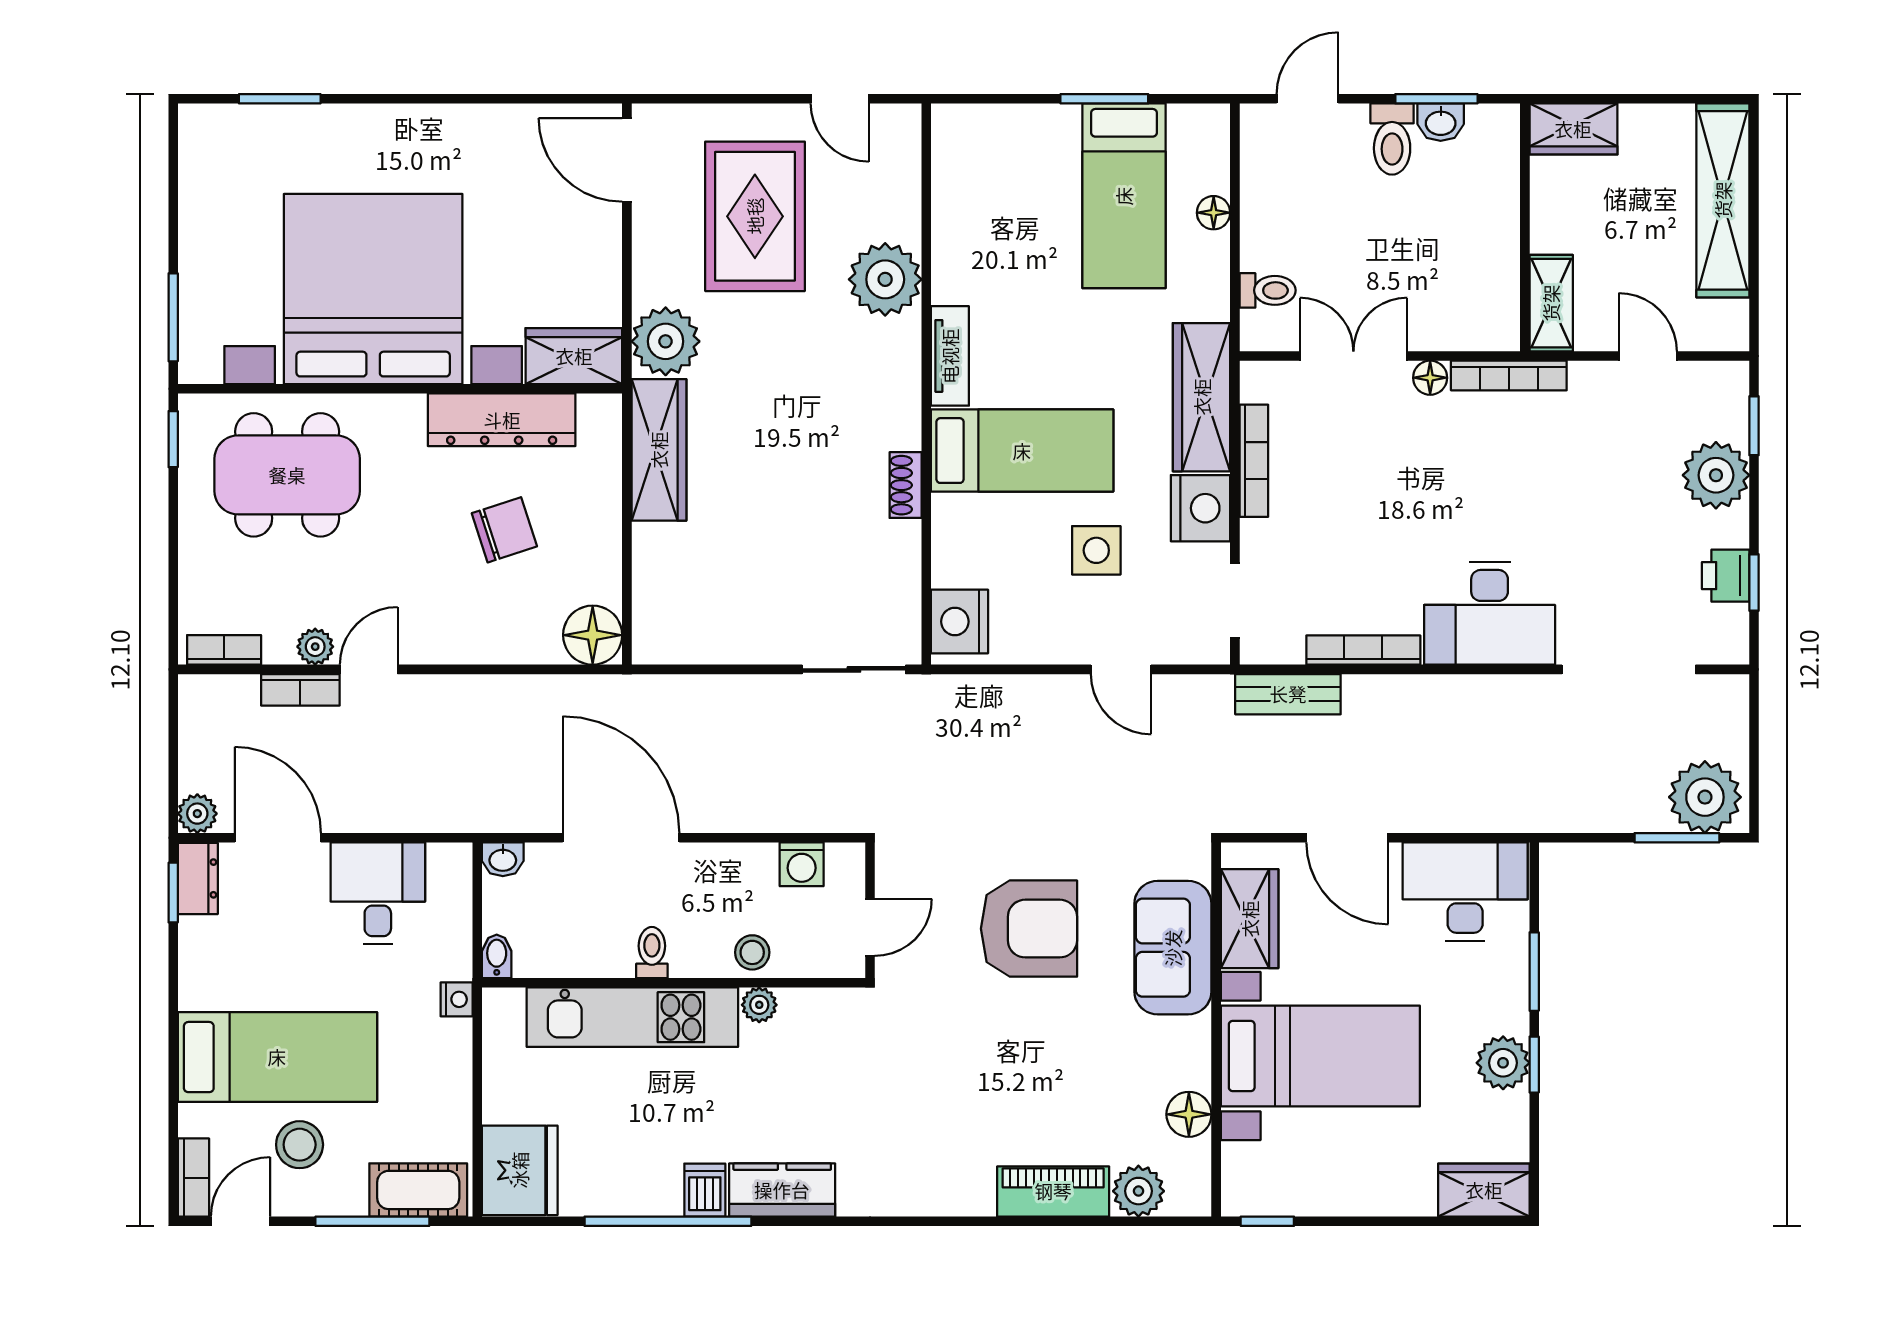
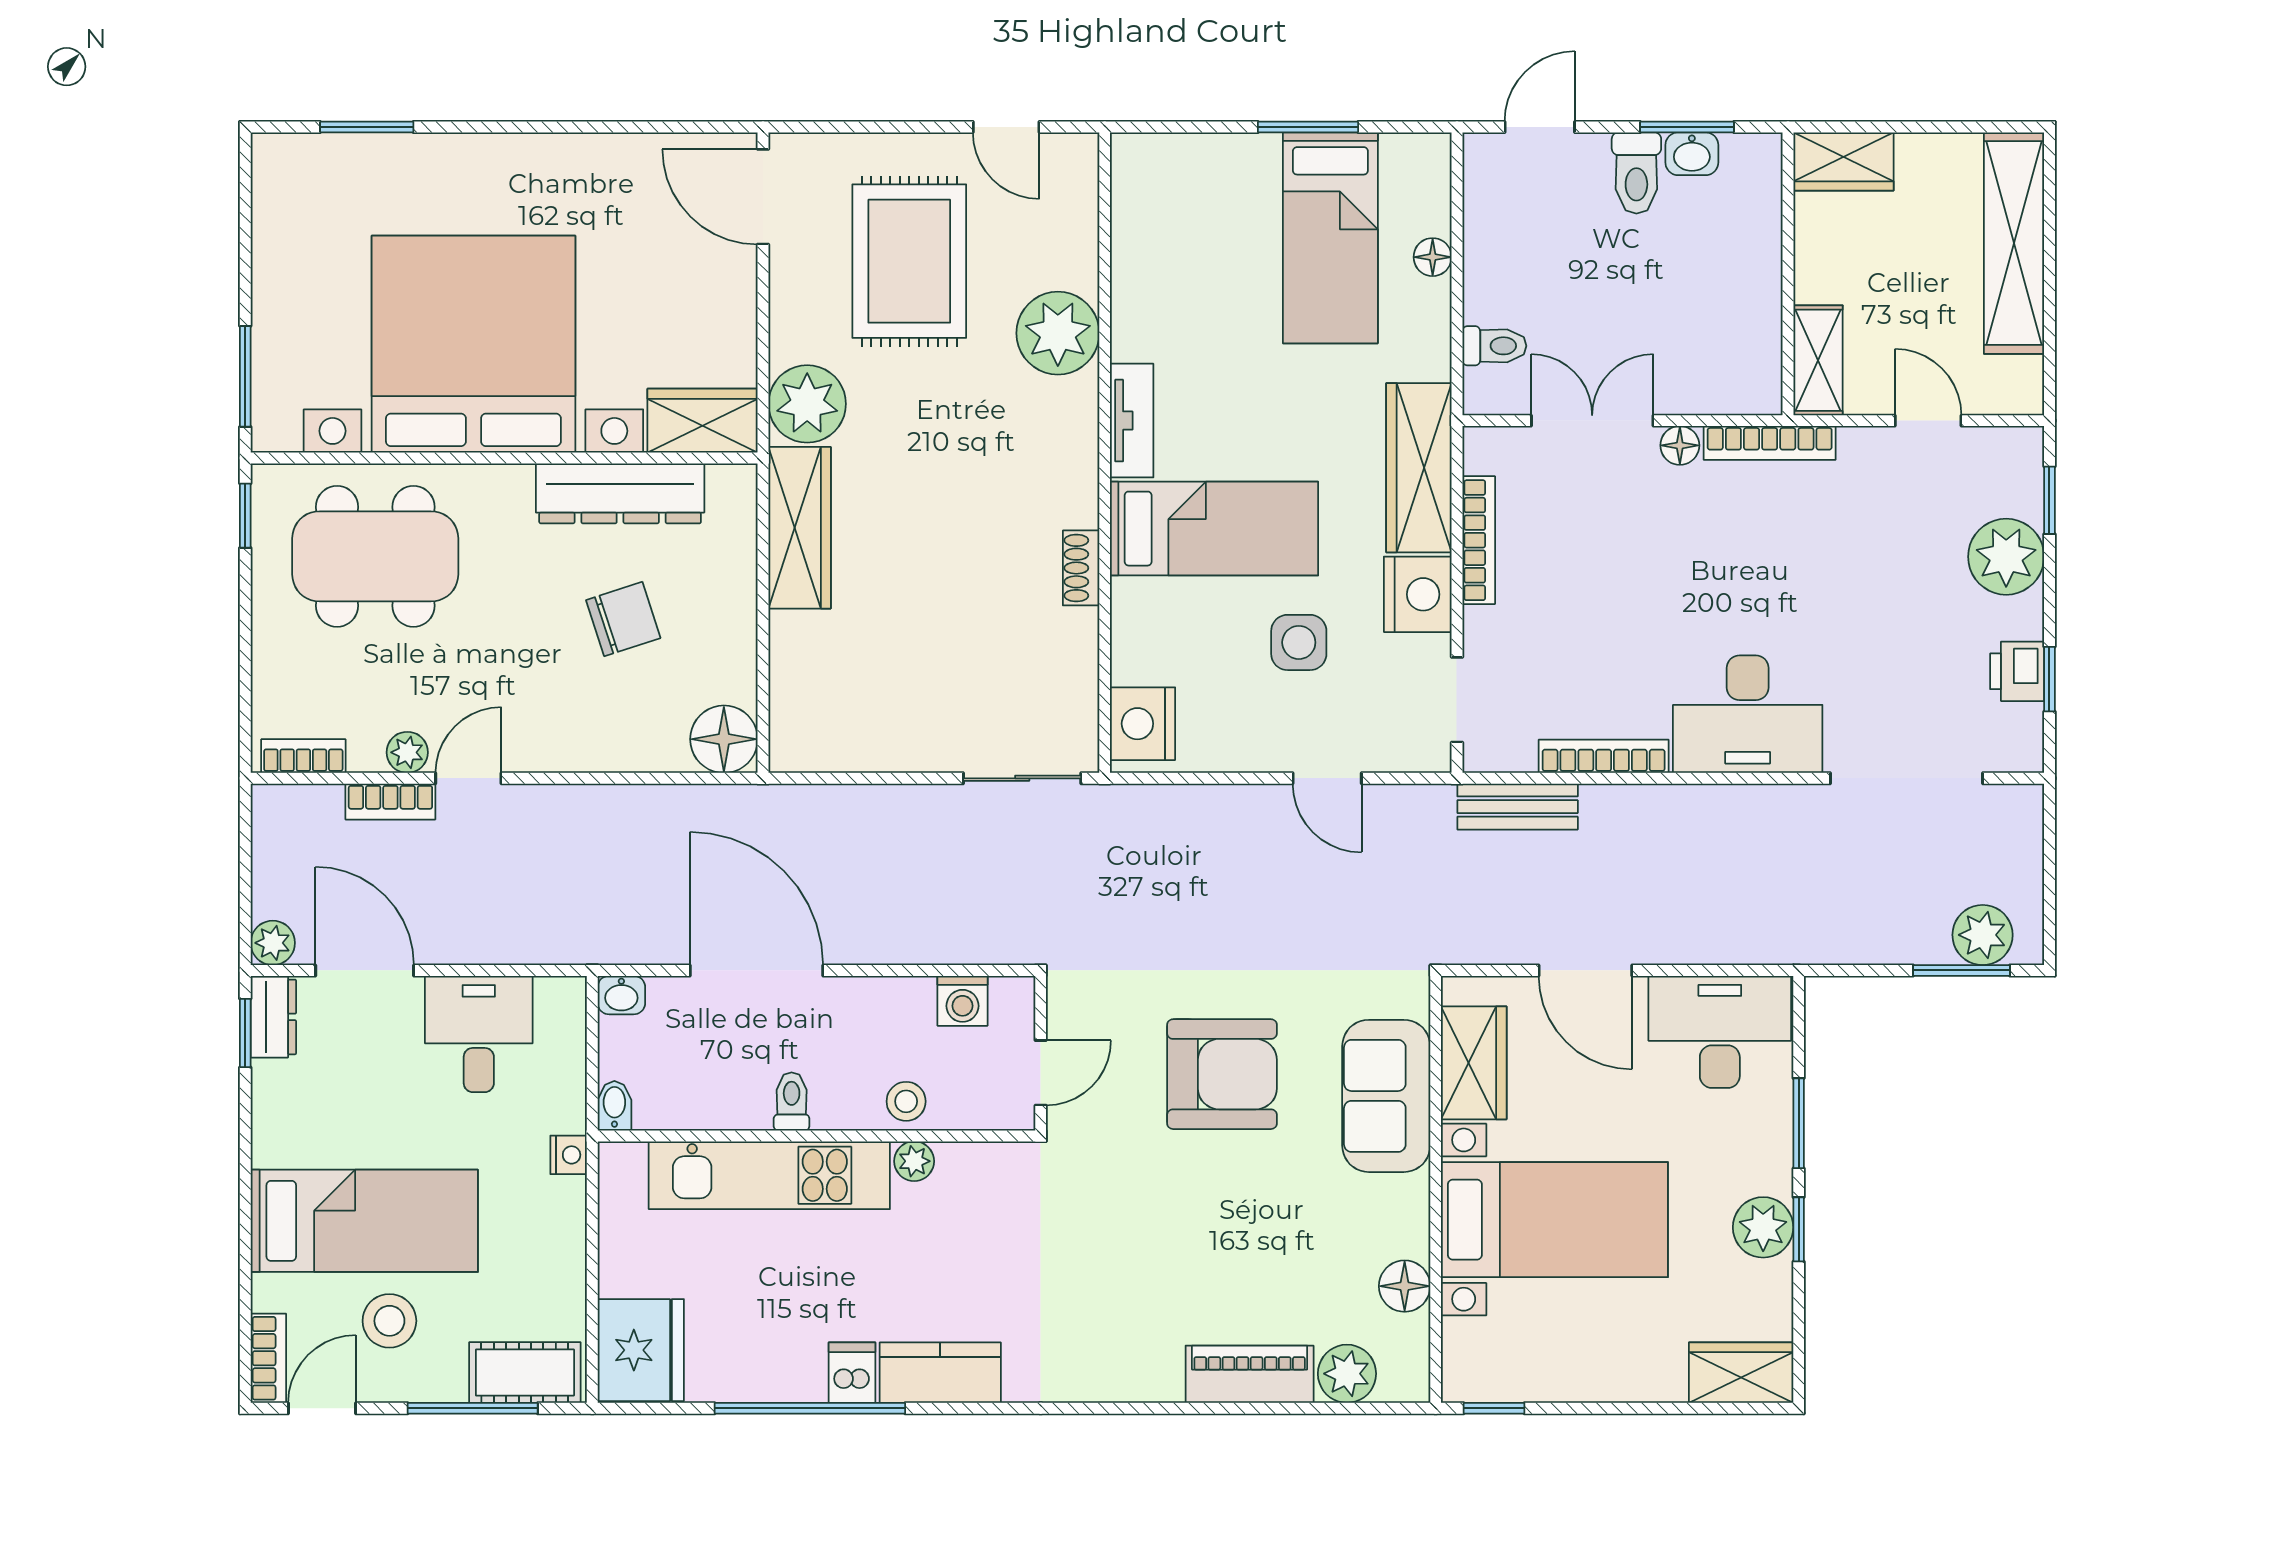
plant: (1705, 797) -> (1983, 935), width x0.73, depth x0.73

